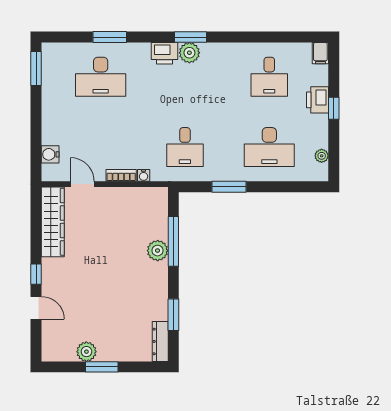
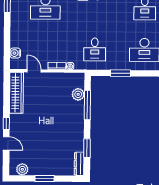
plant: (158, 251) -> (78, 94), moved
plant: (86, 352) -> (22, 169), moved

